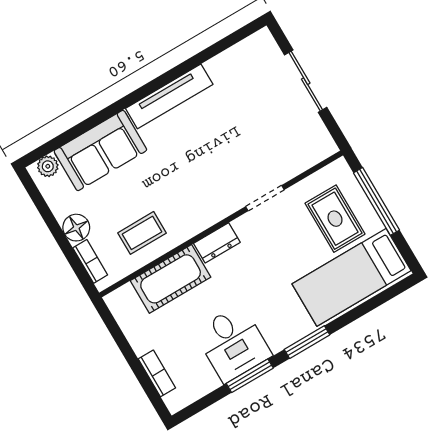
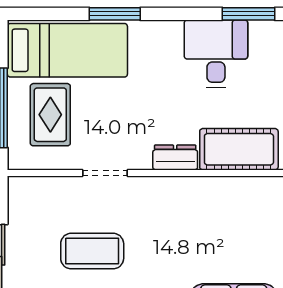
coffee table: (142, 233) -> (92, 251), moved, width x1.36, depth x1.30
window: (307, 342) -> (115, 14), moved
window: (250, 376) -> (249, 14), moved

